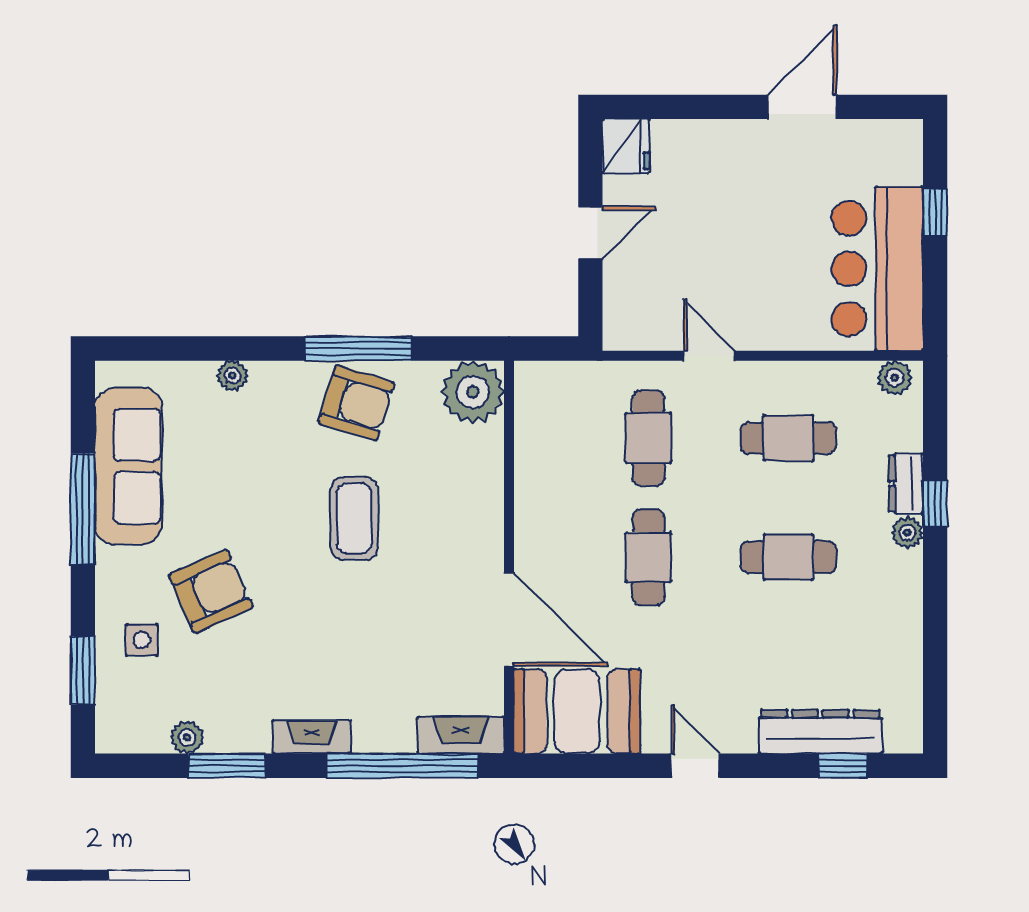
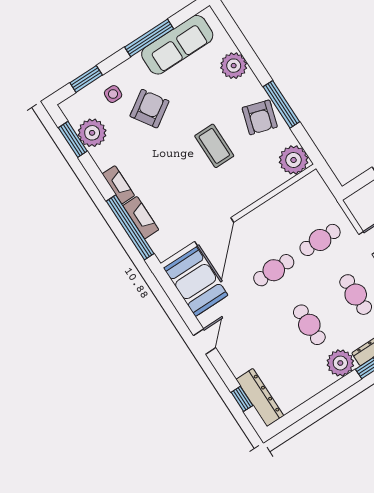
plant: (232, 376) -> (234, 66), width x1.87, depth x1.87
coffee table: (354, 518) -> (214, 146), turned 90
plant: (907, 533) -> (340, 363), width x1.88, depth x1.88
armchair: (211, 591) -> (149, 109), turned -99
dresser: (820, 732) -> (260, 397), moved
fireplace: (461, 735) -> (141, 218), moved
plant: (187, 737) -> (92, 133), width x1.88, depth x1.88
window: (227, 766) -> (73, 139), moved

